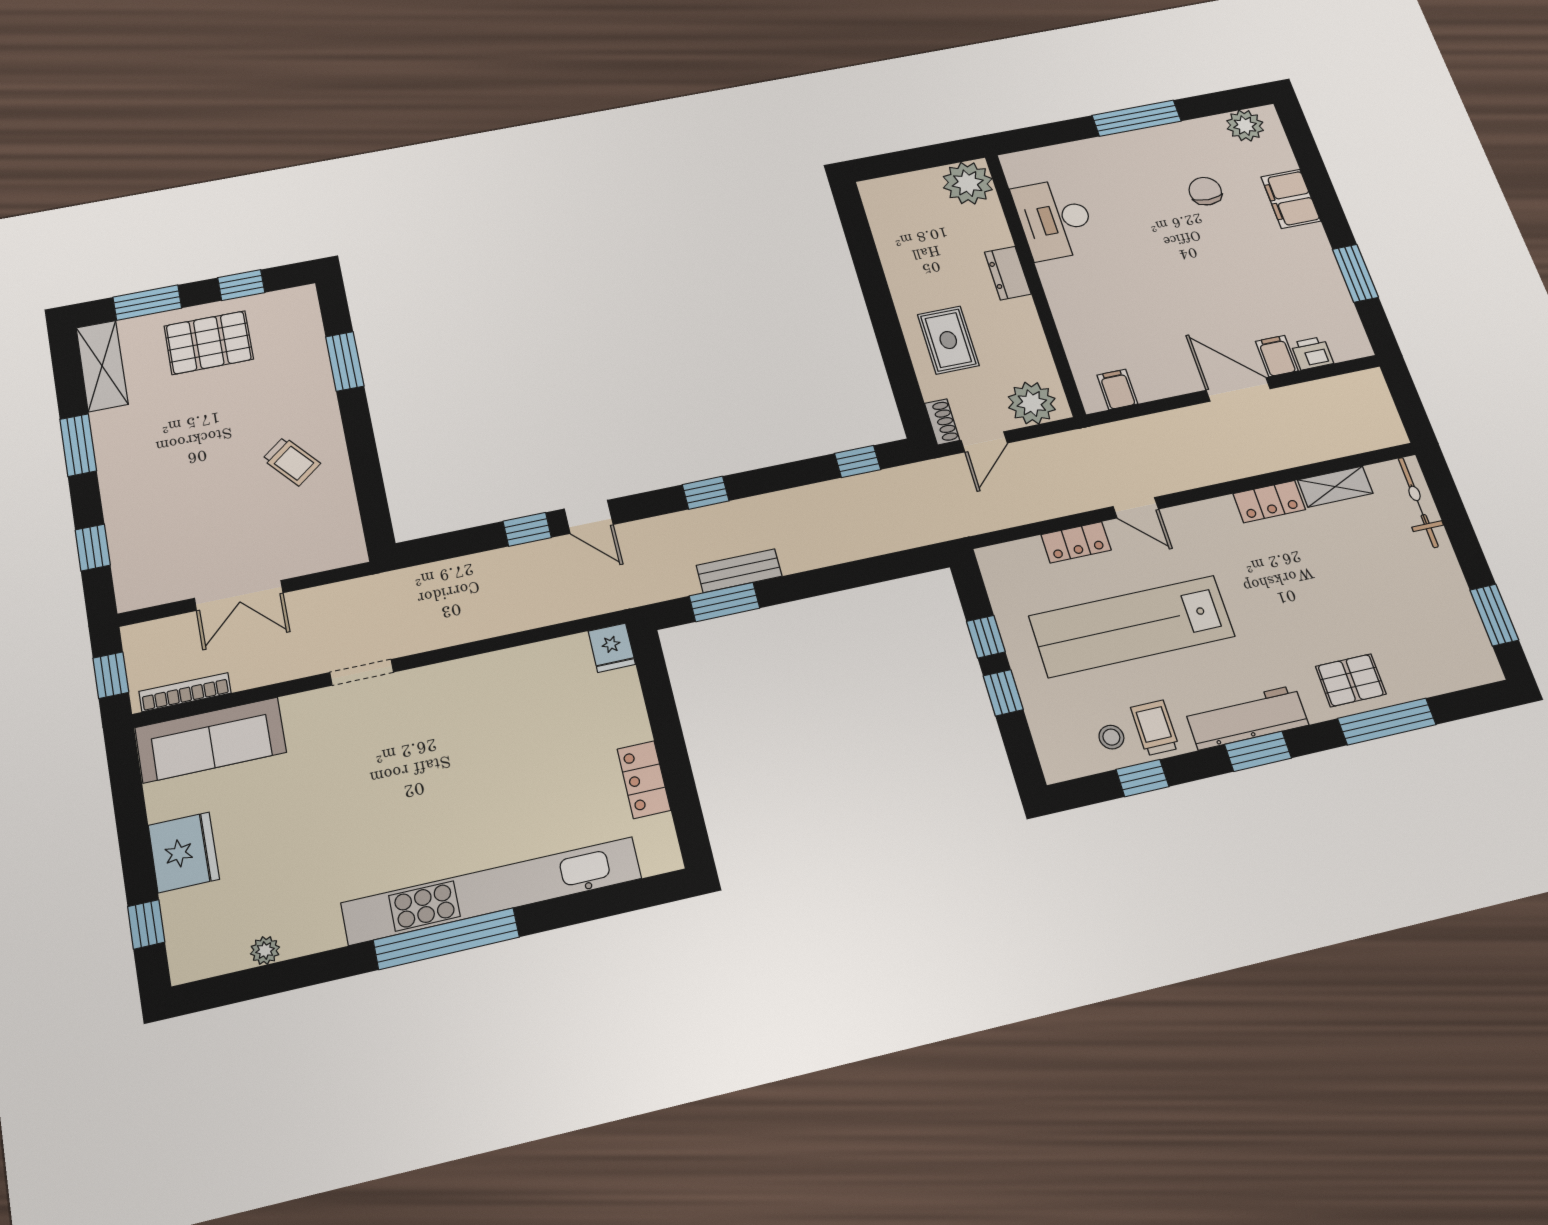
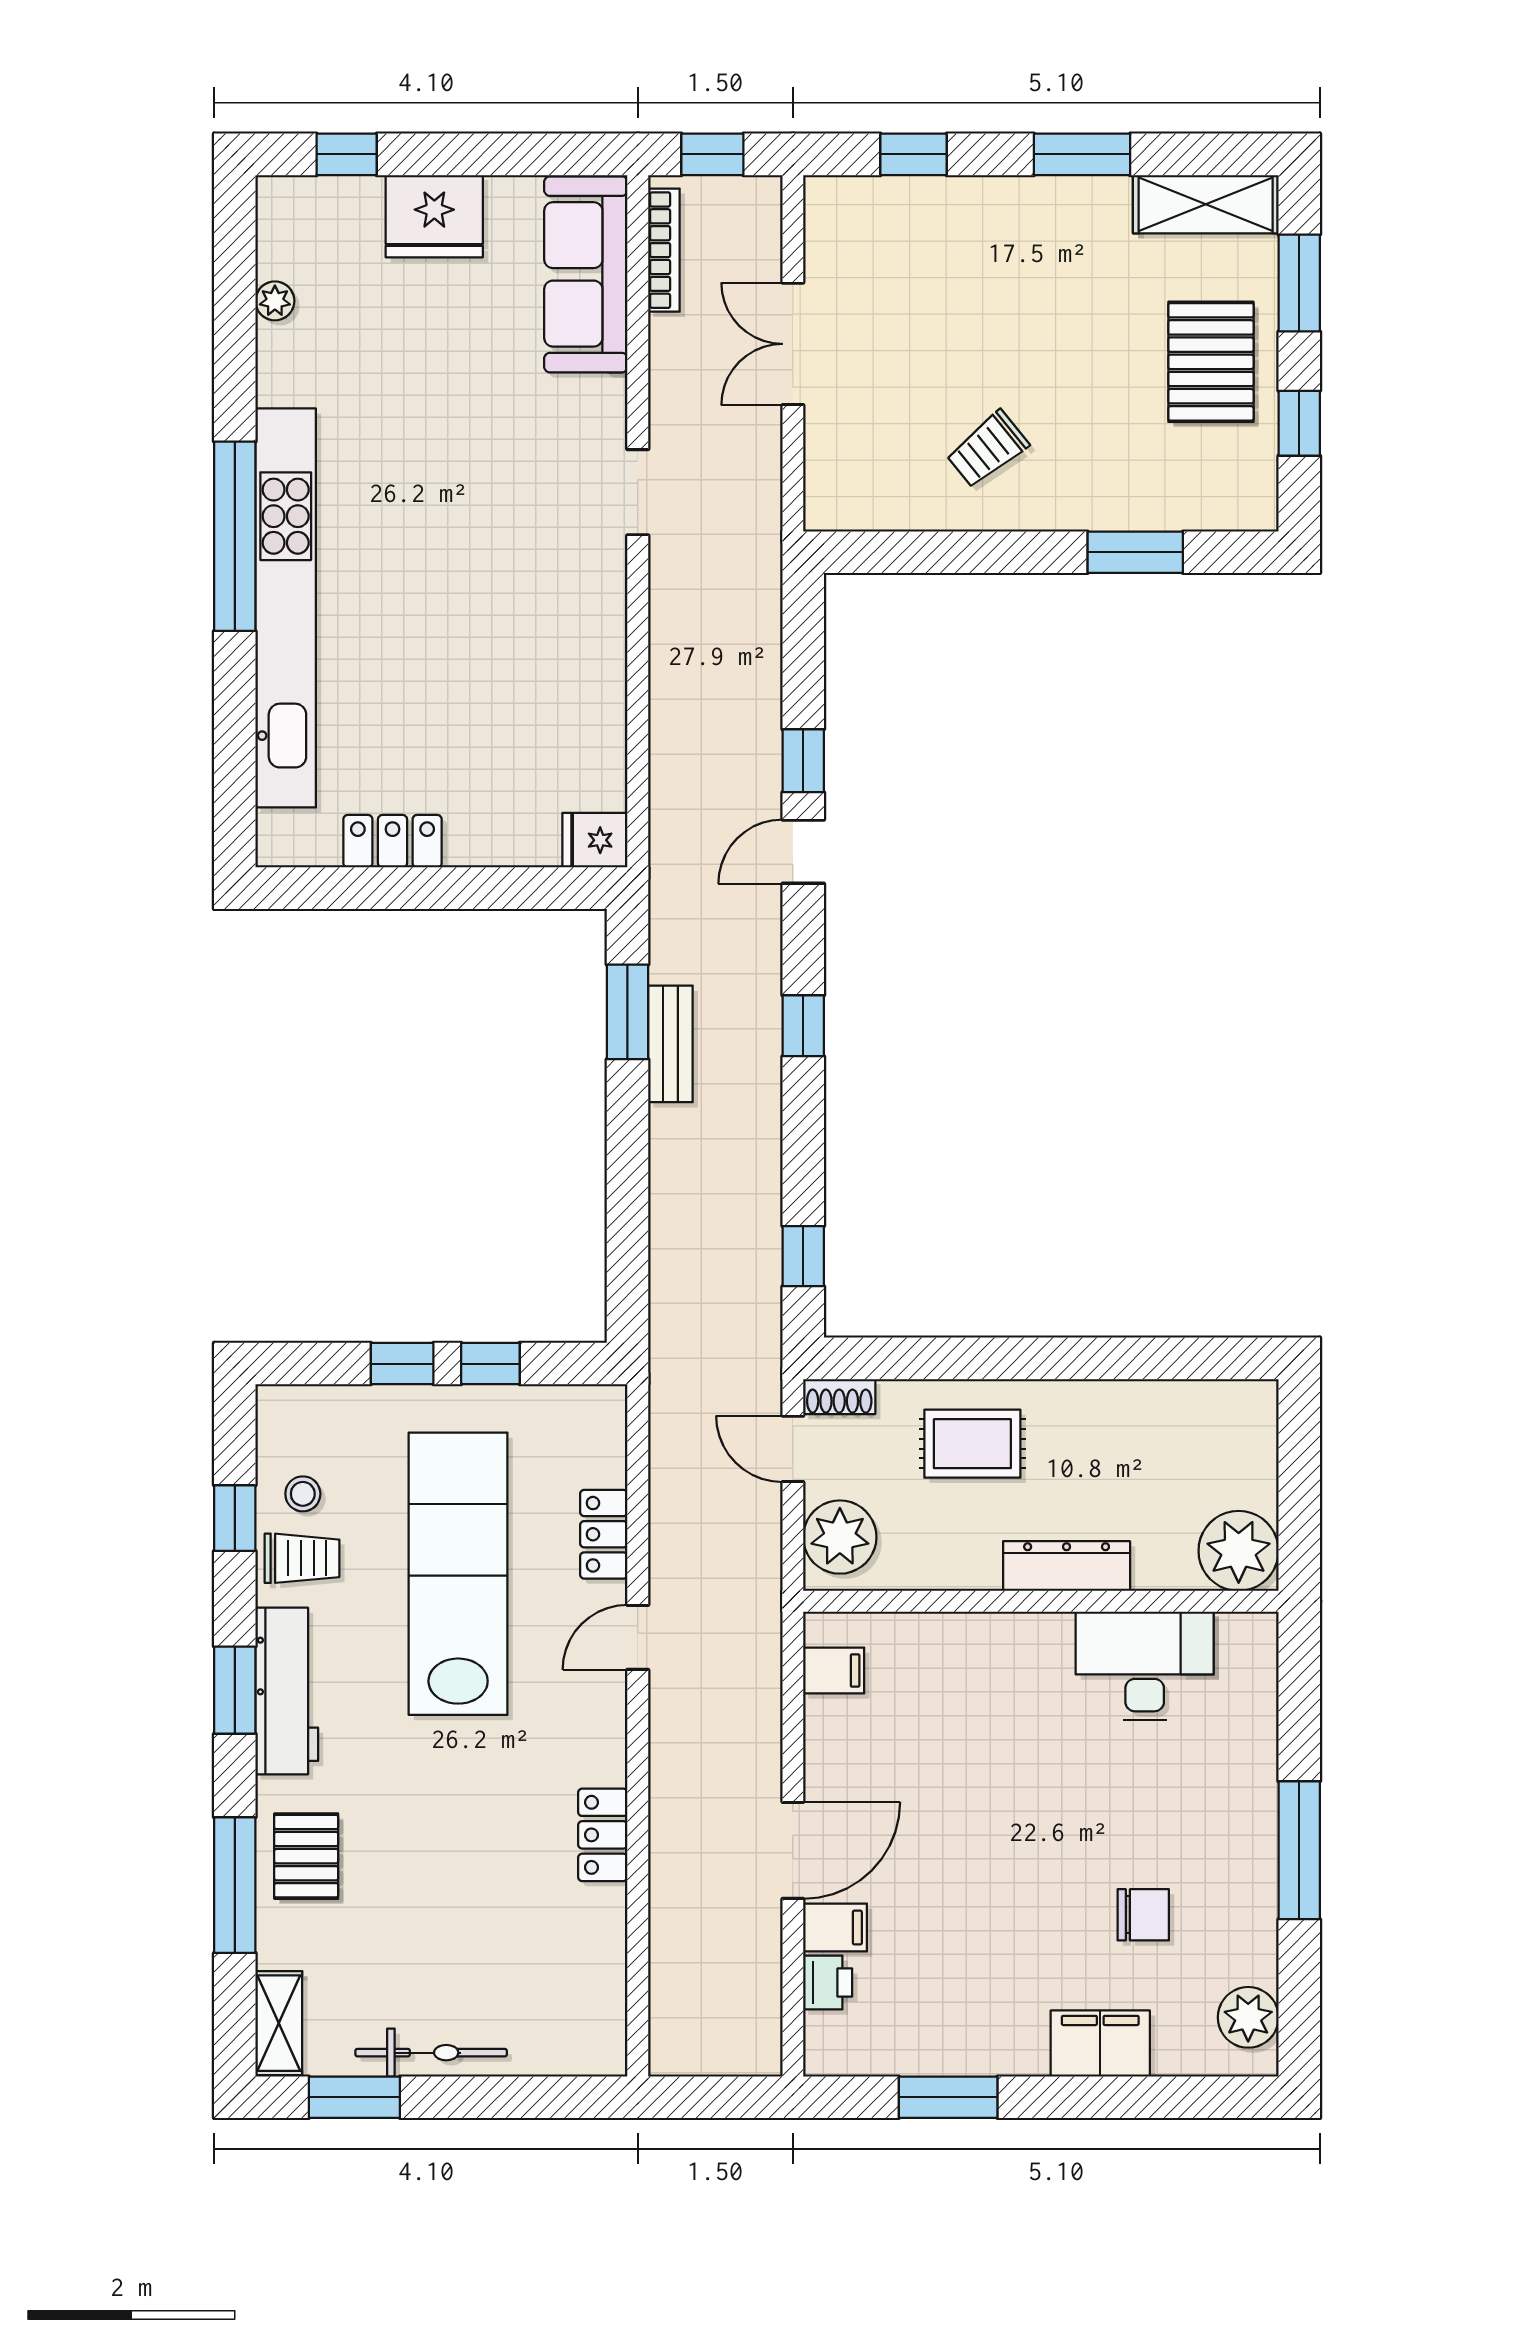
dresser: (1008, 273) -> (1067, 1566), width x1.44
shelving: (1335, 487) -> (279, 2023), moved
bicycle: (1418, 502) -> (431, 2053), moved

